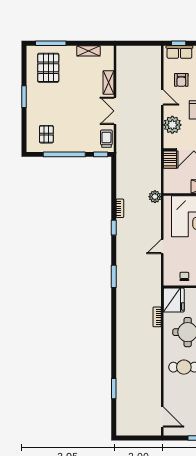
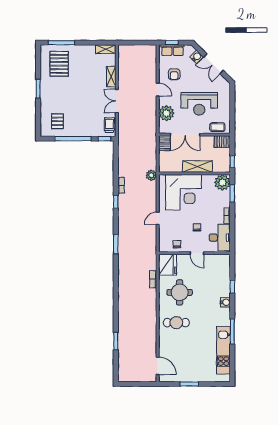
shelving: (88, 51) -> (106, 49), moved

